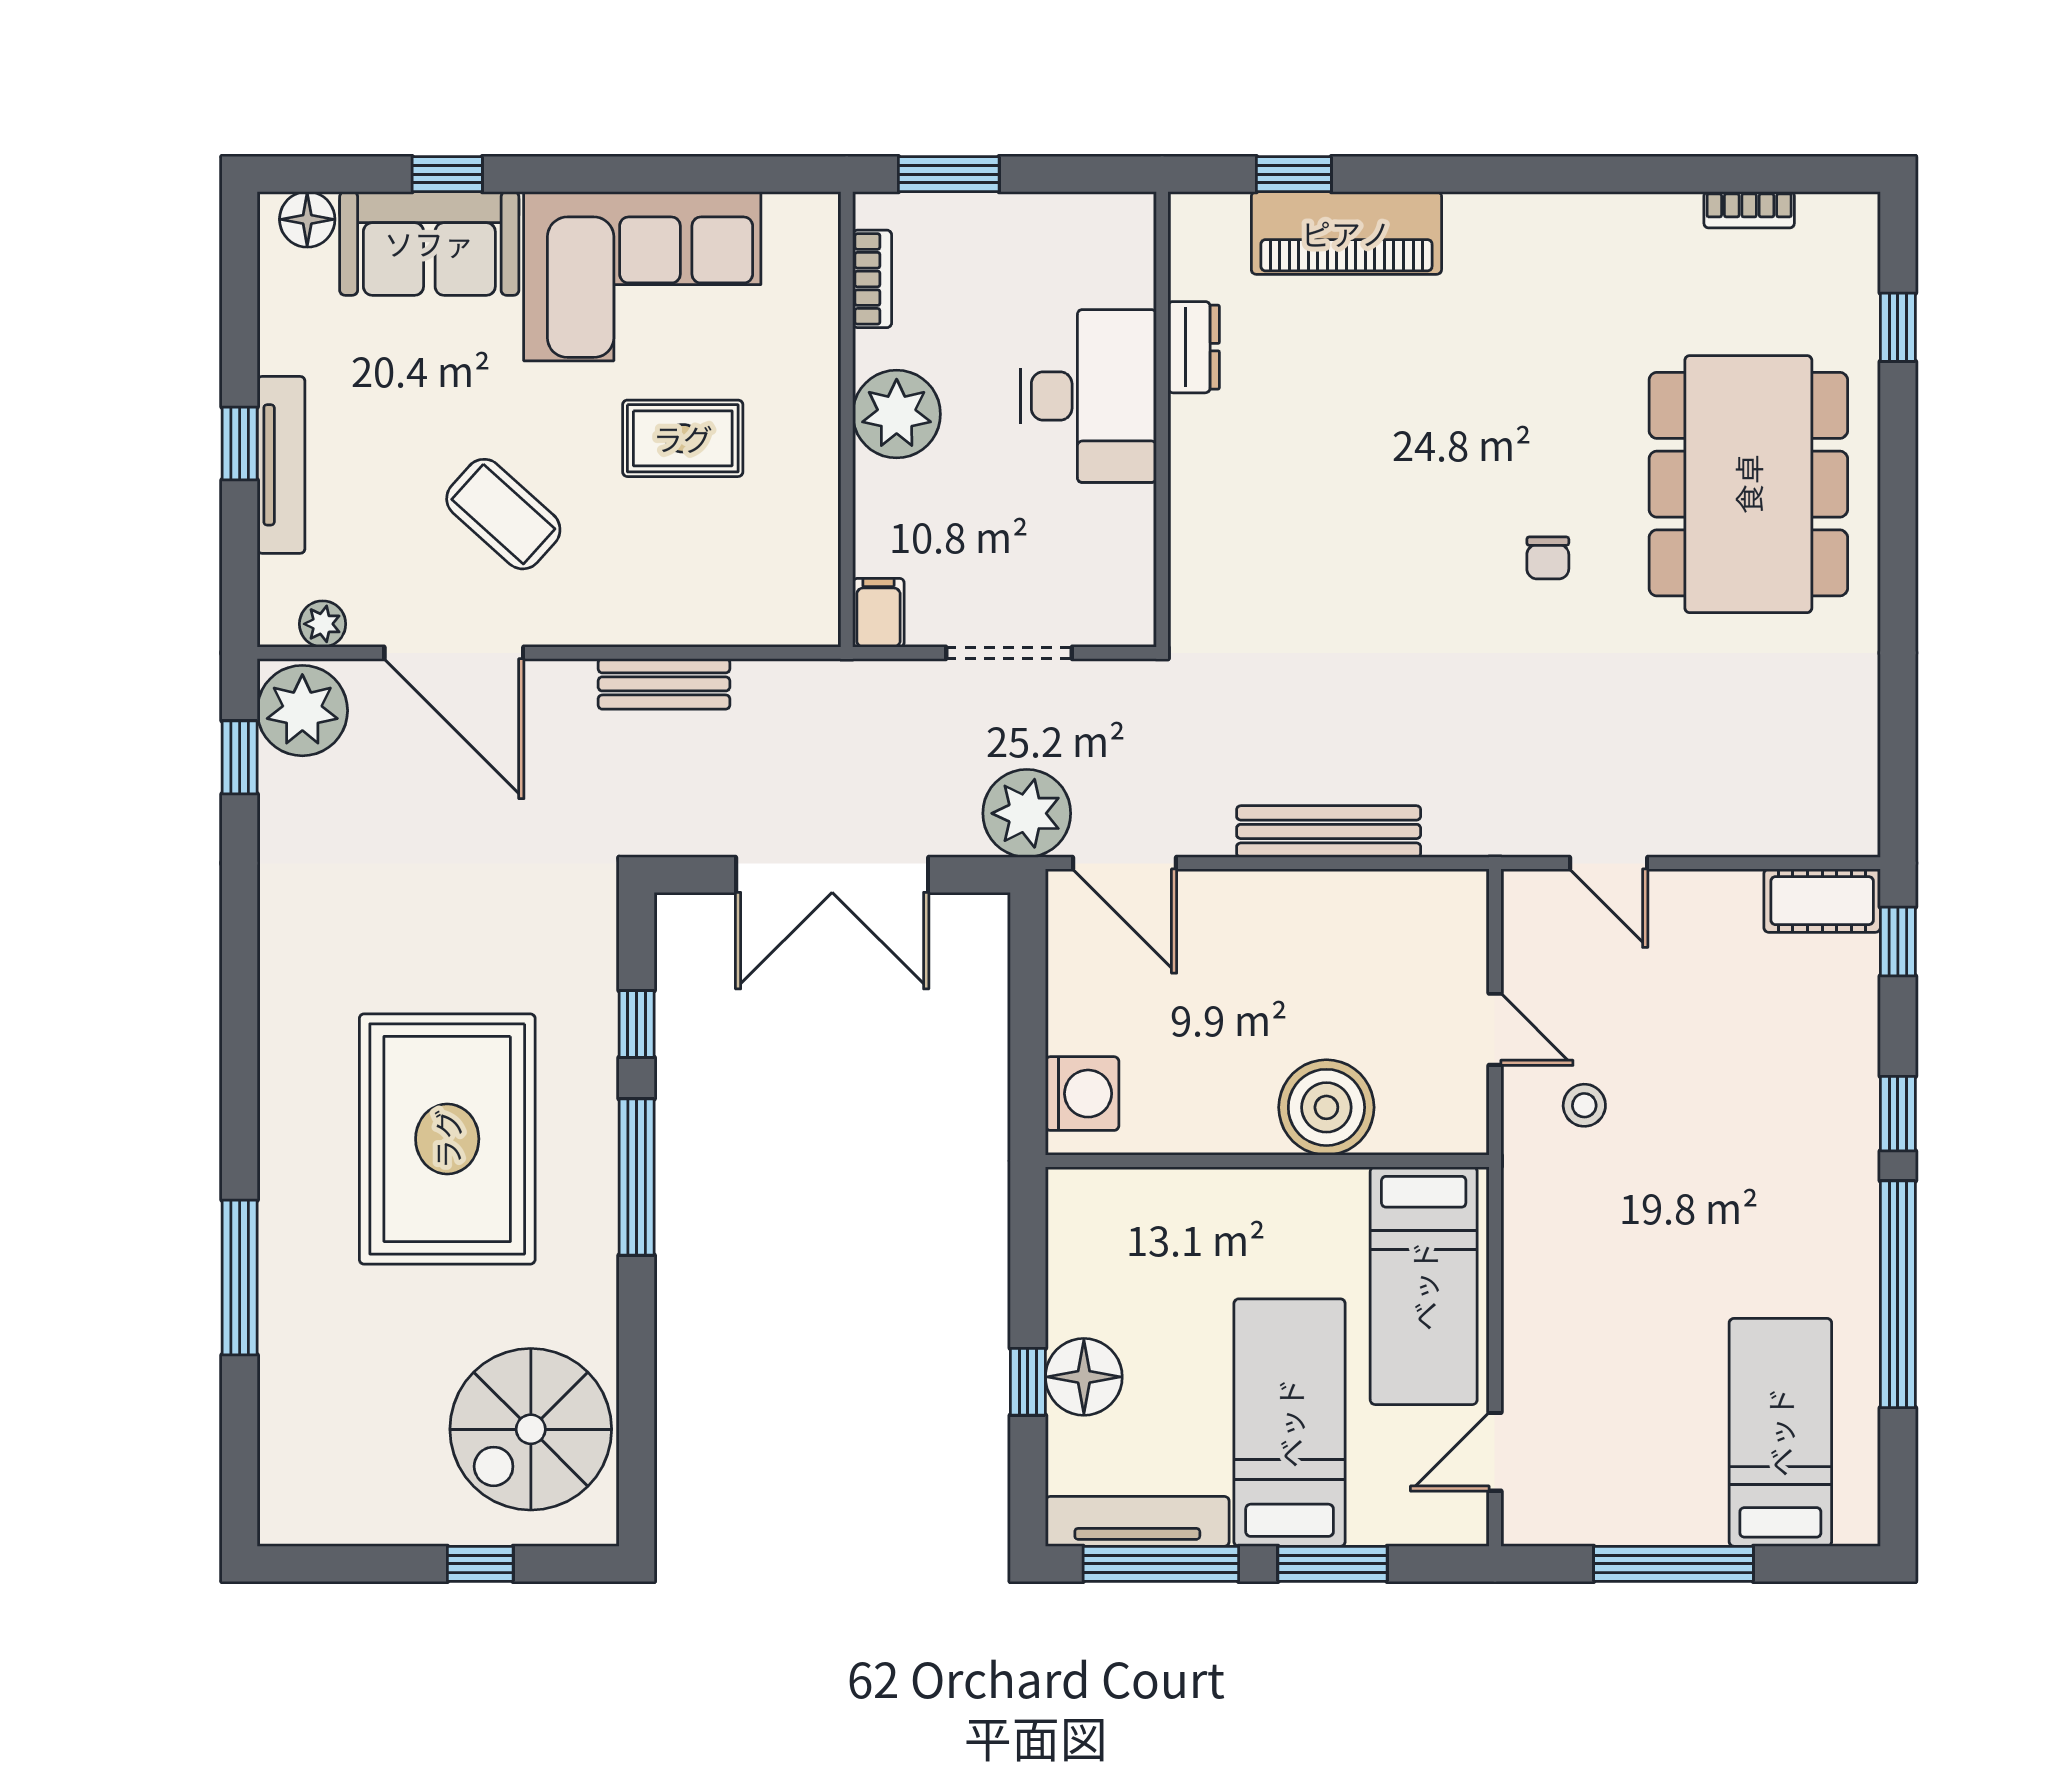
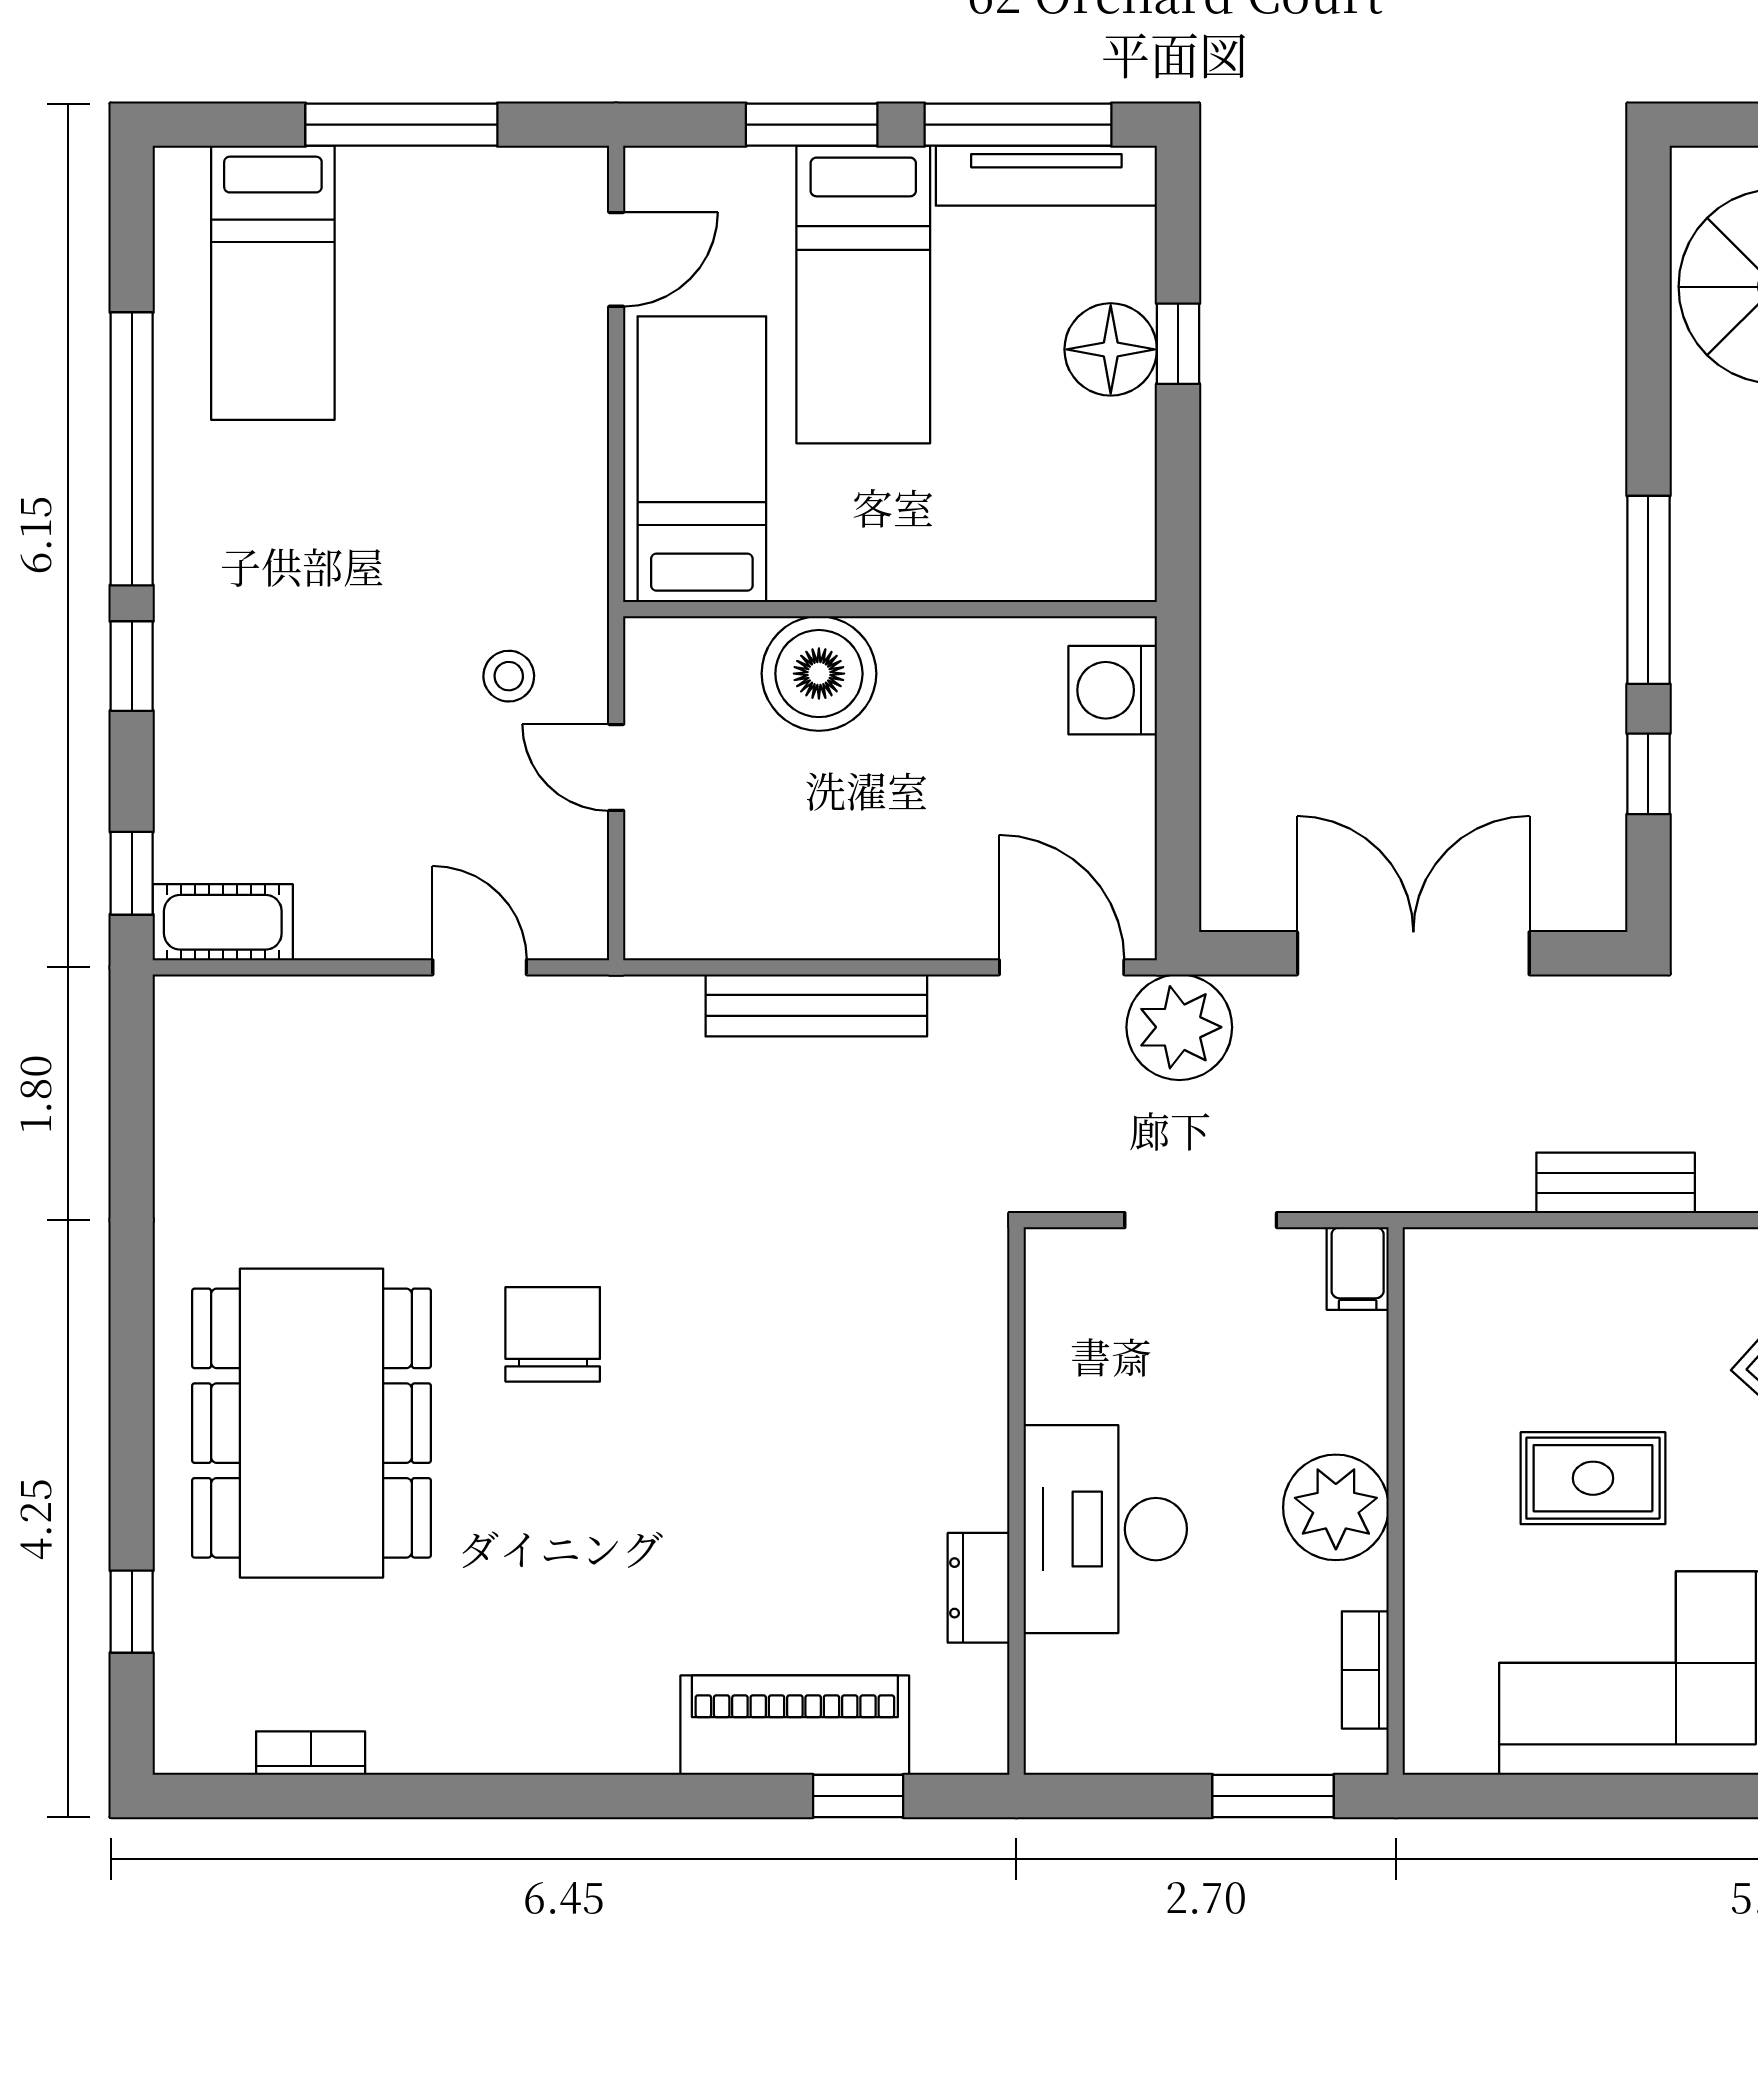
chair: (1548, 558) -> (553, 1334), width x1.87, depth x1.87

